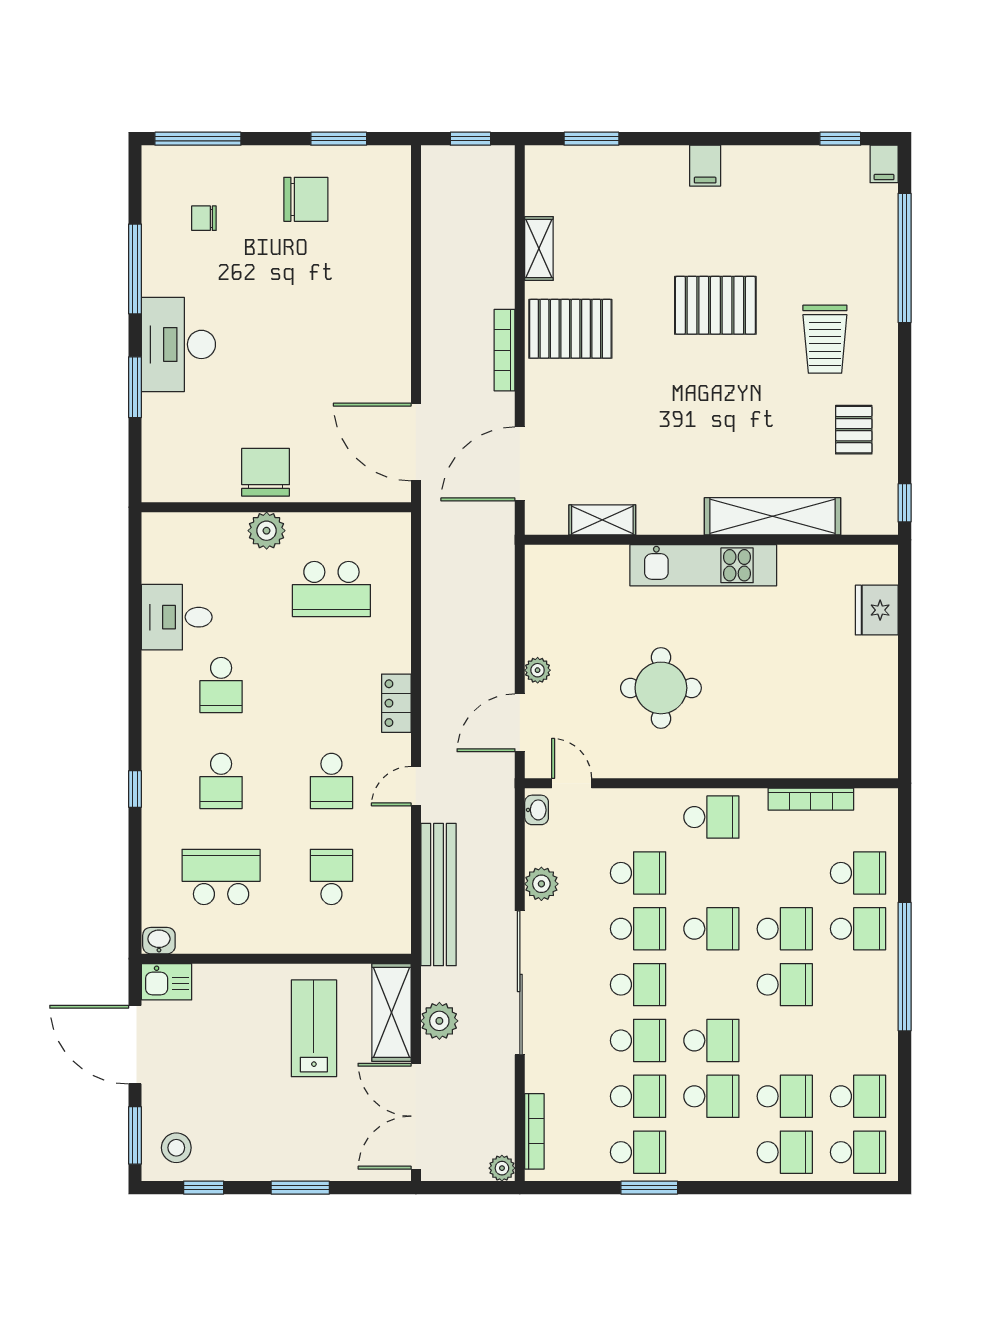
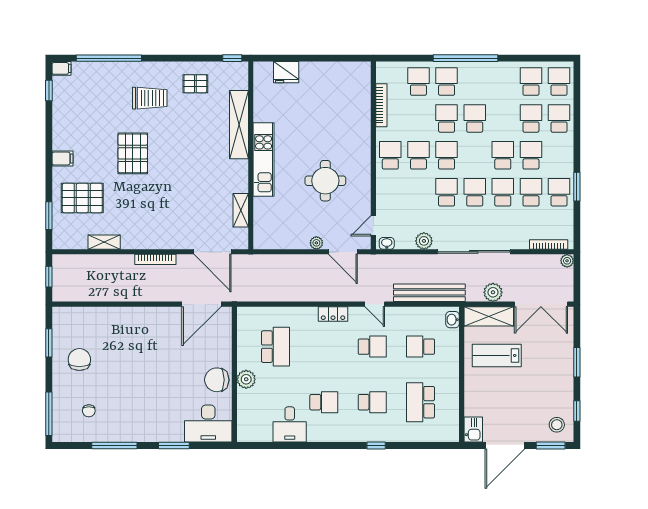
pallet: (570, 329) -> (82, 198), moved, turned 90
desk: (178, 344) -> (208, 424), moved
school desk: (638, 873) -> (418, 155), moved
washbasin: (159, 941) -> (453, 320), moved

